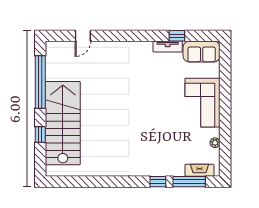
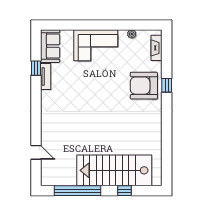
armchair: (157, 156) -> (144, 86), added
window: (189, 182) -> (167, 57), removed

